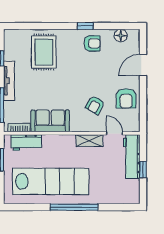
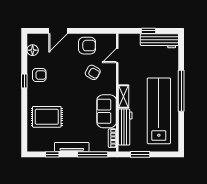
armchair: (92, 43) -> (39, 75), turned 90
door: (143, 65) -> (58, 31), hinge flipped
shelving: (89, 141) -> (124, 96), moved
workbench: (26, 142) -> (125, 127), width x1.38
workbench: (132, 156) -> (159, 41), moved

